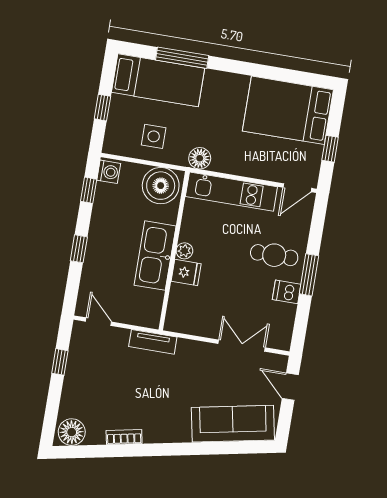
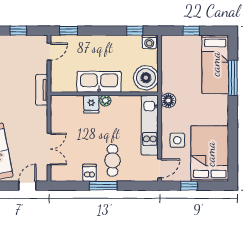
side table: (154, 136) -> (177, 140), moved
door: (297, 188) -> (160, 168), swing flipped
window: (79, 249) -> (69, 31), moved

